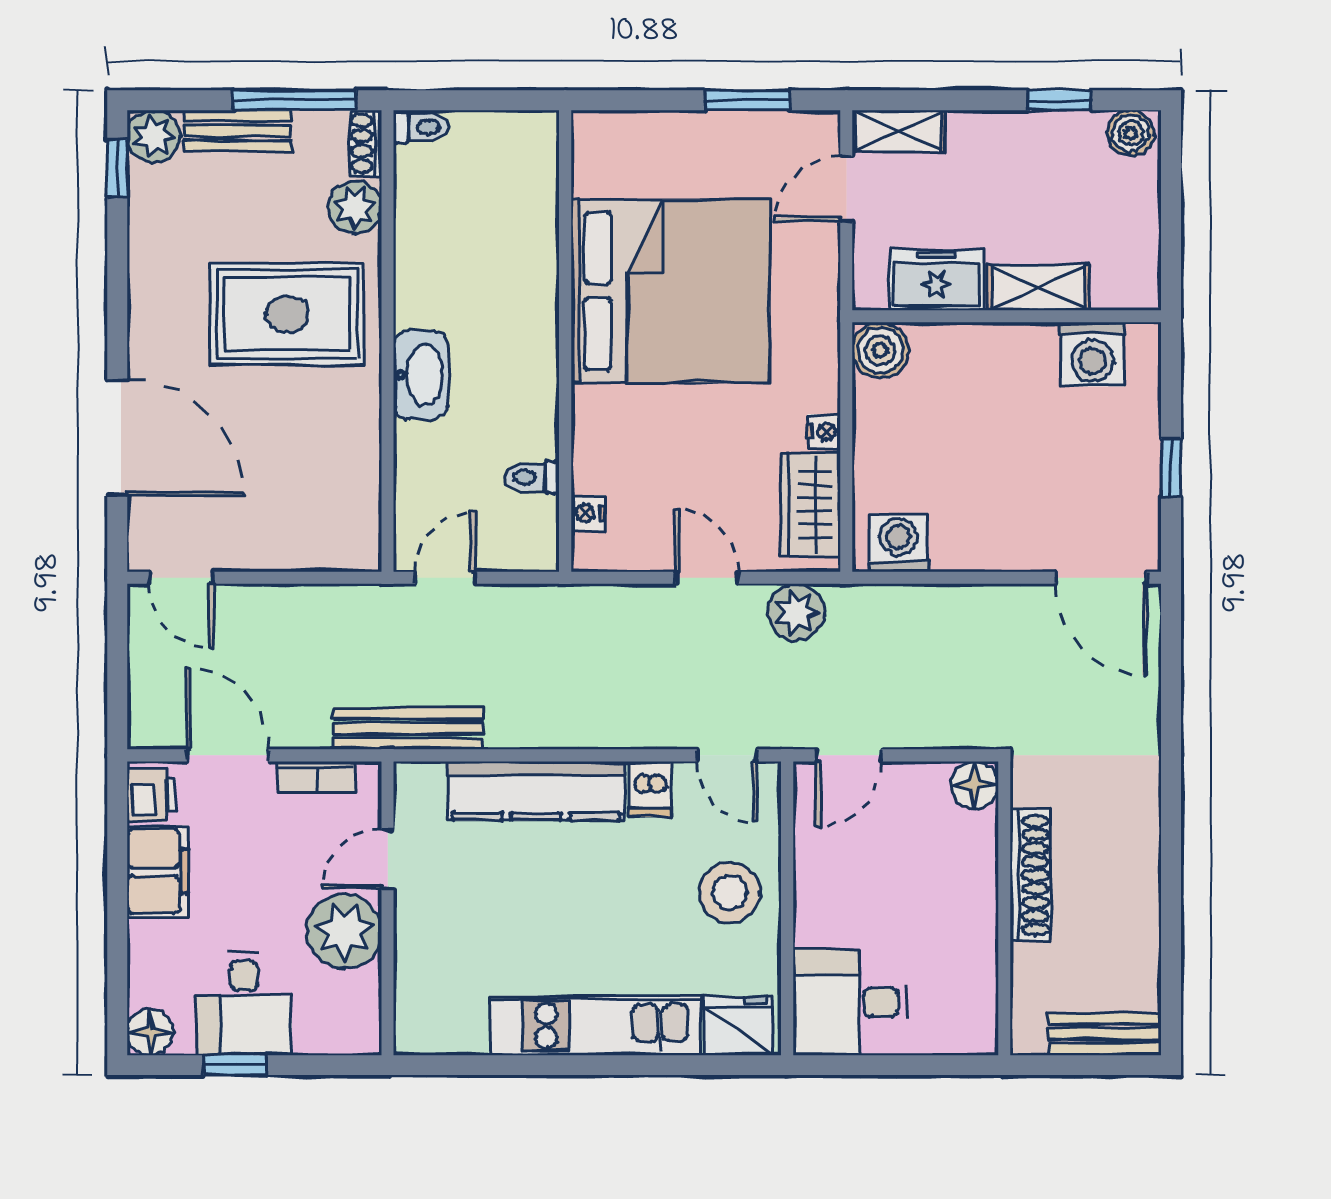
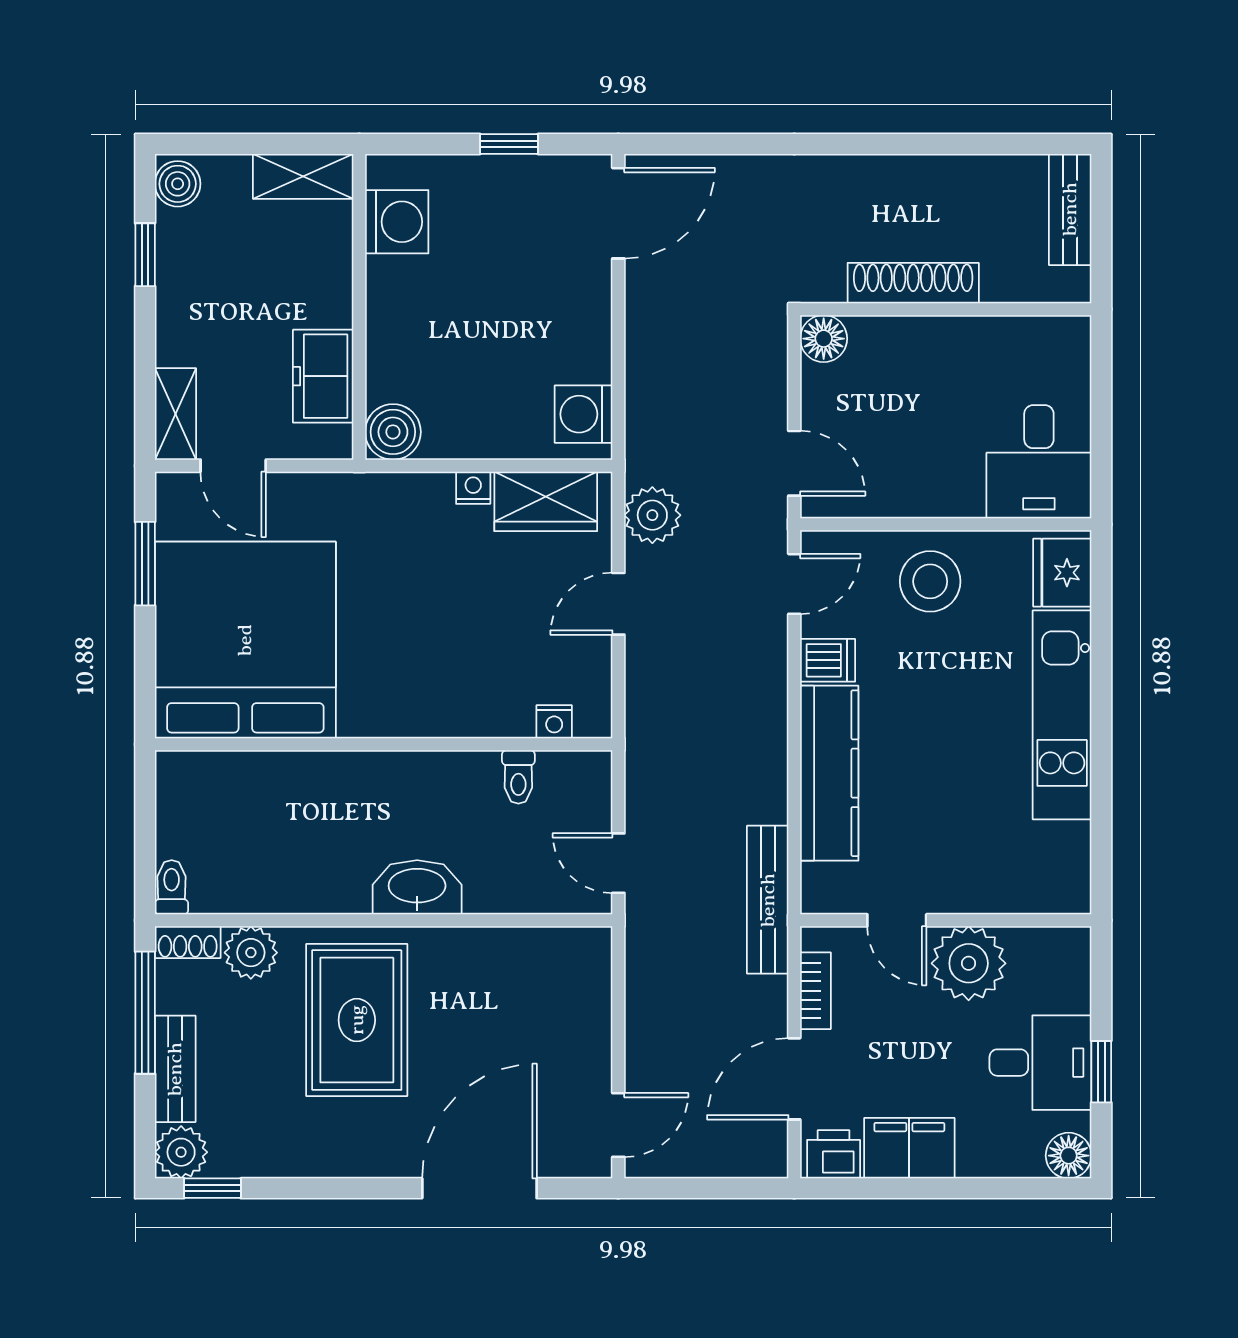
shelving: (1038, 288) -> (303, 176), moved, turned 90
bed: (670, 291) -> (245, 640), moved

